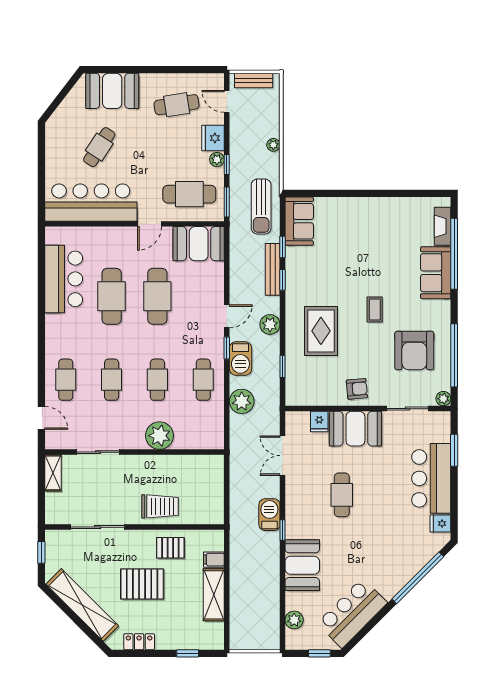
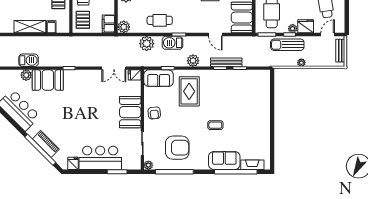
sun lounger: (261, 206) -> (287, 45), moved
sofa: (299, 221) -> (159, 78), moved
coffee table: (375, 309) -> (215, 125), moved
door: (227, 316) -> (215, 35), moved
rug: (321, 331) -> (189, 91), turned 90
armchair: (414, 351) -> (177, 148), turned 180
fridge: (319, 422) -> (135, 75), moved
plant: (214, 439) -> (124, 27), added
double door: (283, 456) -> (114, 68), swing flipped
filing cabinet: (209, 465) -> (108, 24), added
cafe table: (342, 495) -> (90, 104), removed
pallet: (202, 507) -> (83, 20), added
barbecue: (269, 515) -> (29, 60), moved
piano: (408, 569) -> (46, 144), added
plant: (294, 620) -> (26, 75), moved

